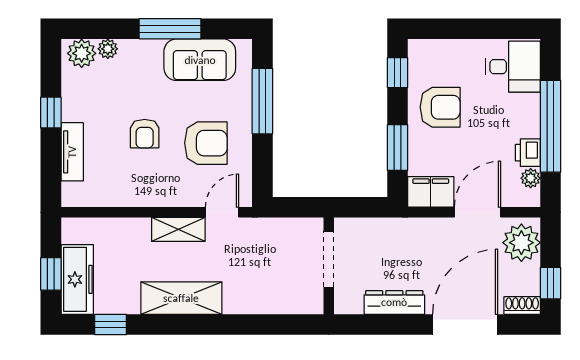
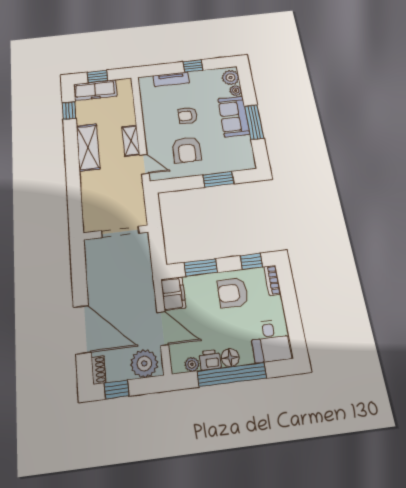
bookcase: (429, 48) -> (272, 280), added
sofa: (200, 60) -> (234, 116), moved
window: (262, 101) -> (218, 179), width x0.69
armchair: (440, 107) -> (233, 293), turned 90
floor lamp: (528, 125) -> (230, 358), added
dresser: (394, 302) -> (94, 278), removed

